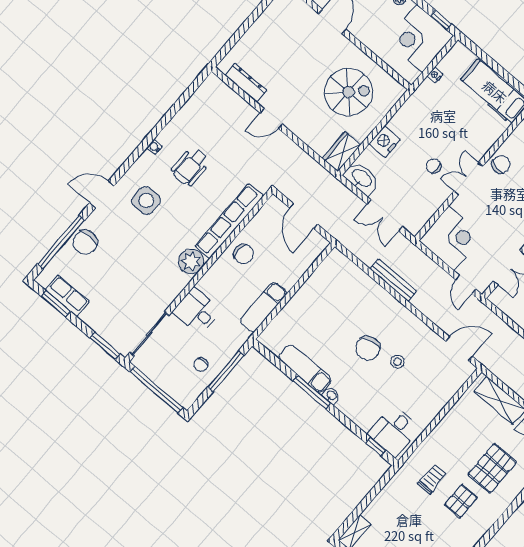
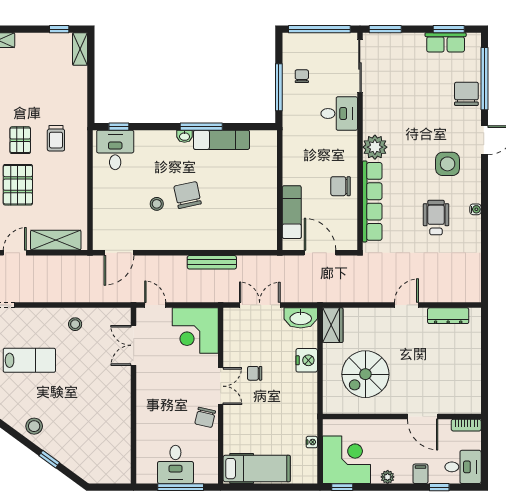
chair: (434, 166) -> (255, 373), turned 180
exam couch: (263, 307) -> (292, 212), moved

